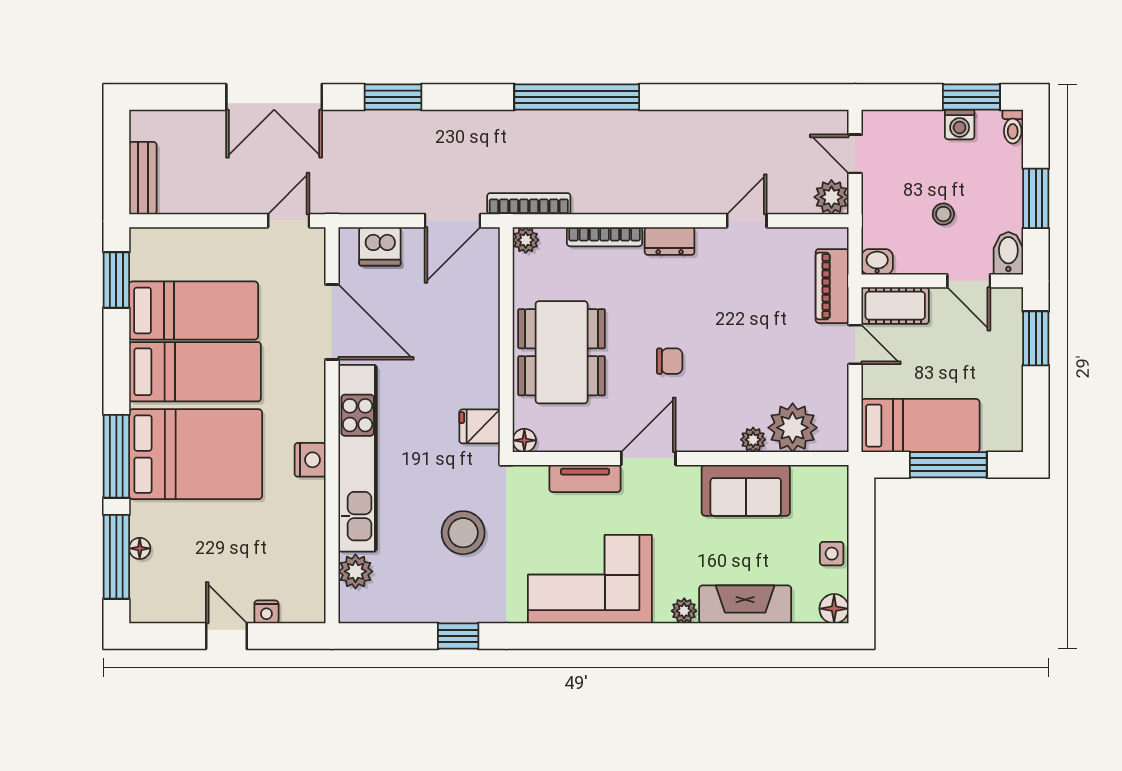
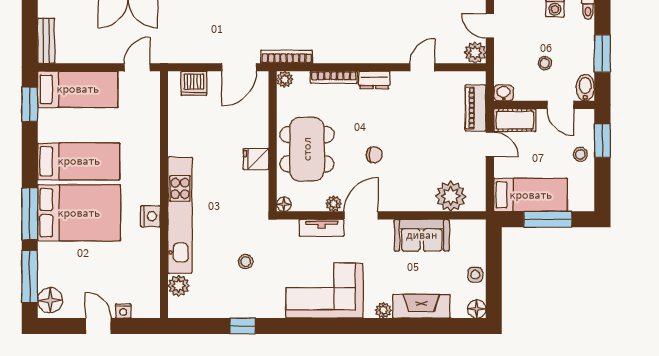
bed: (194, 311) -> (78, 89), moved
door: (332, 322) -> (164, 130), removed
stool: (1000, 360) -> (580, 154), added
fridge: (480, 426) -> (256, 159), moved
plant: (753, 440) -> (333, 204), moved
stool: (463, 533) -> (246, 262), width x0.53, depth x0.53
floor lamp: (140, 548) -> (50, 300), moved, width x1.89, depth x1.89

